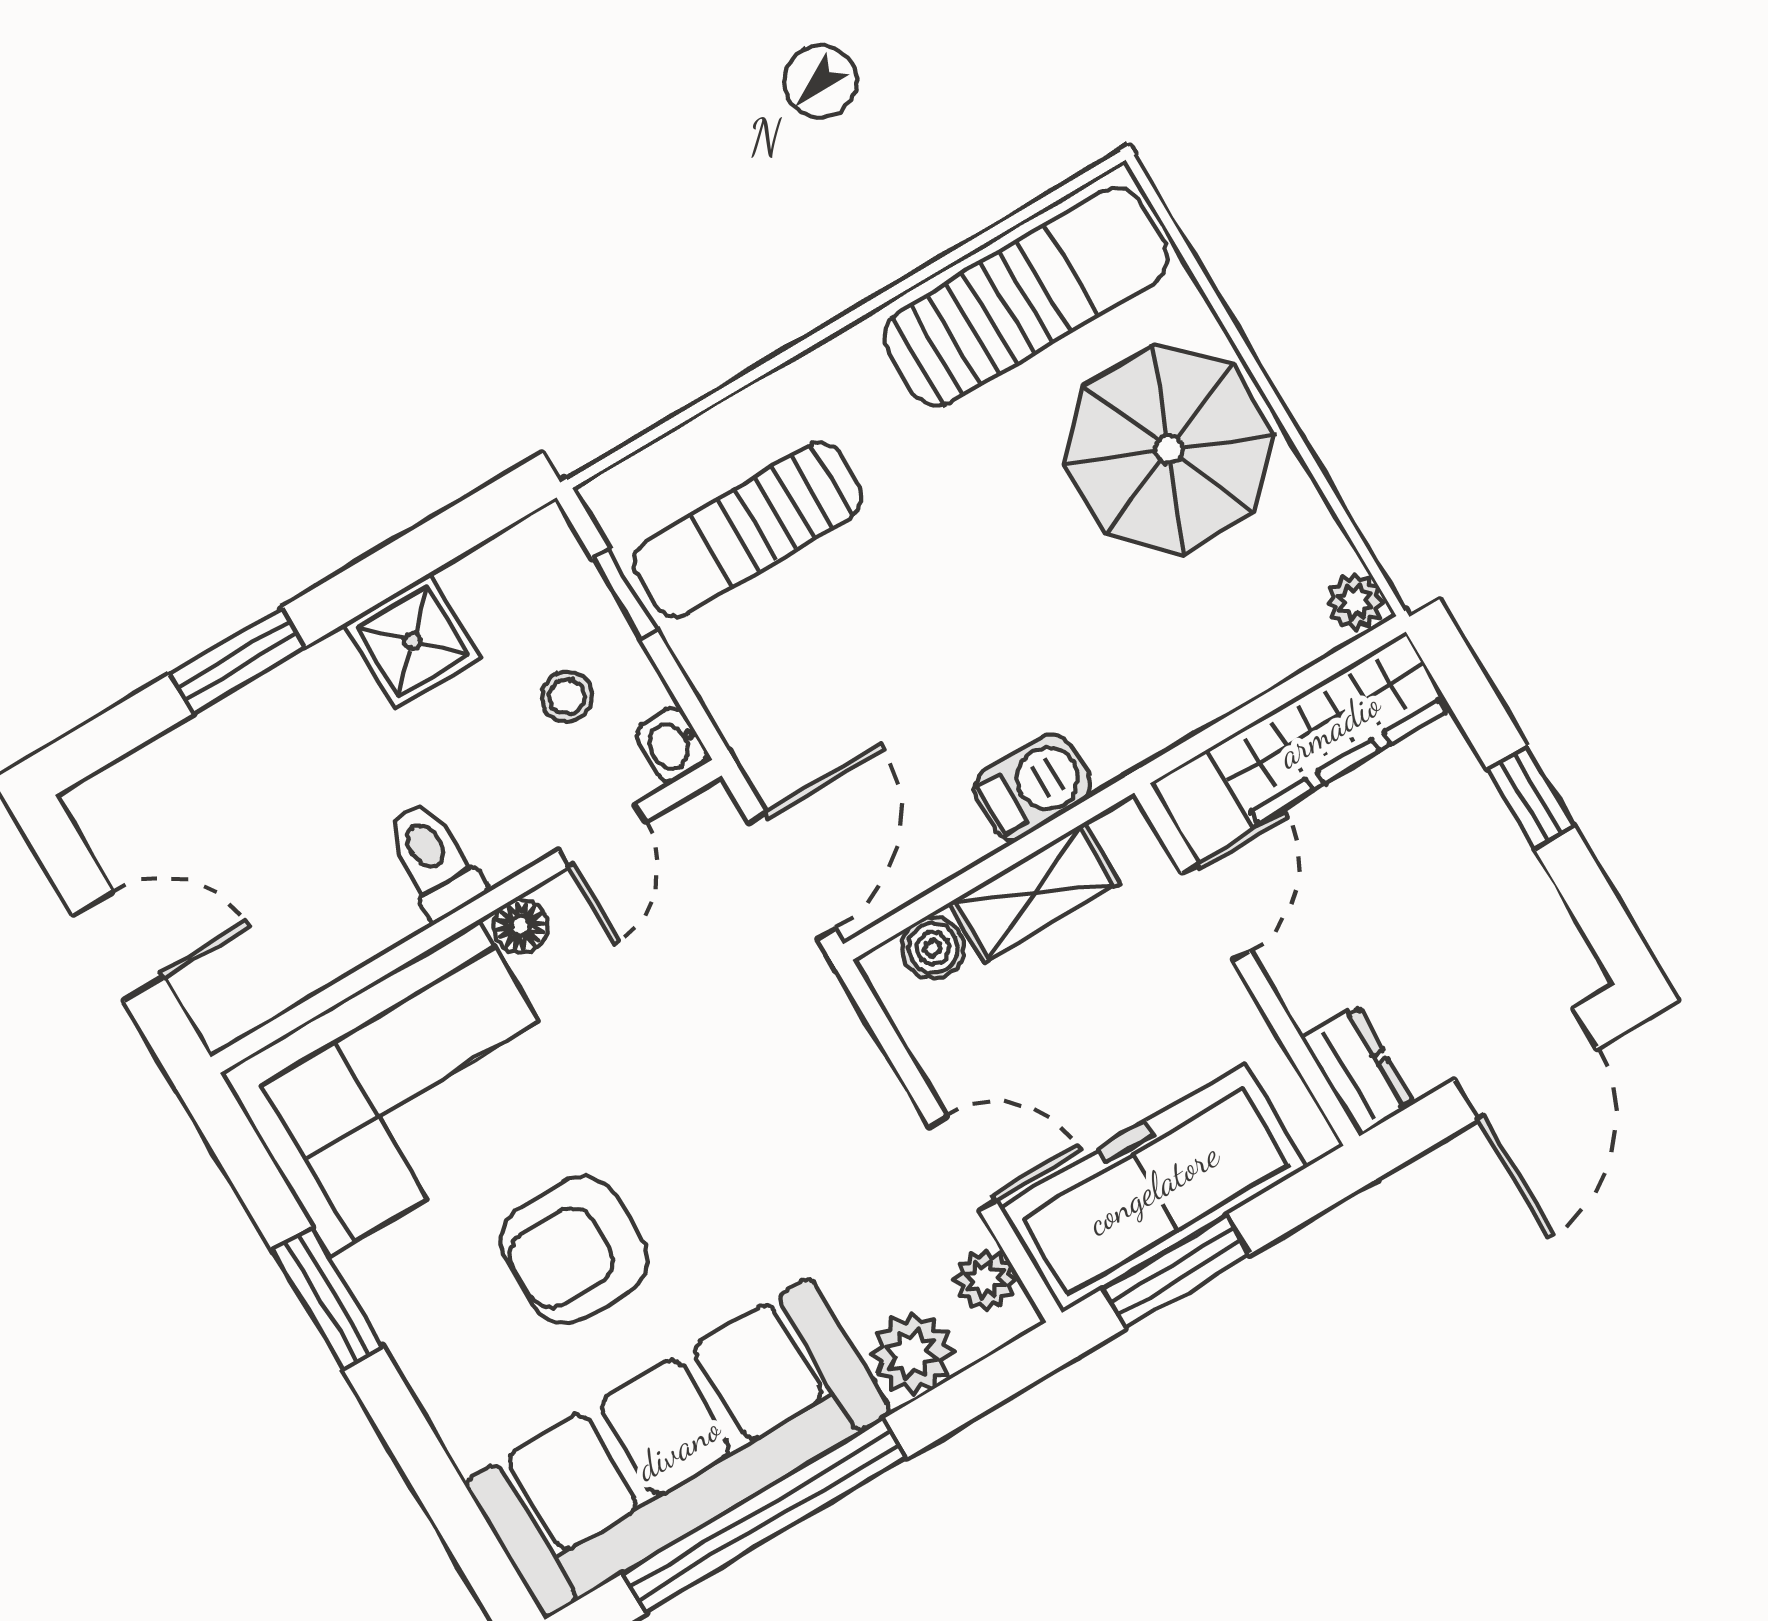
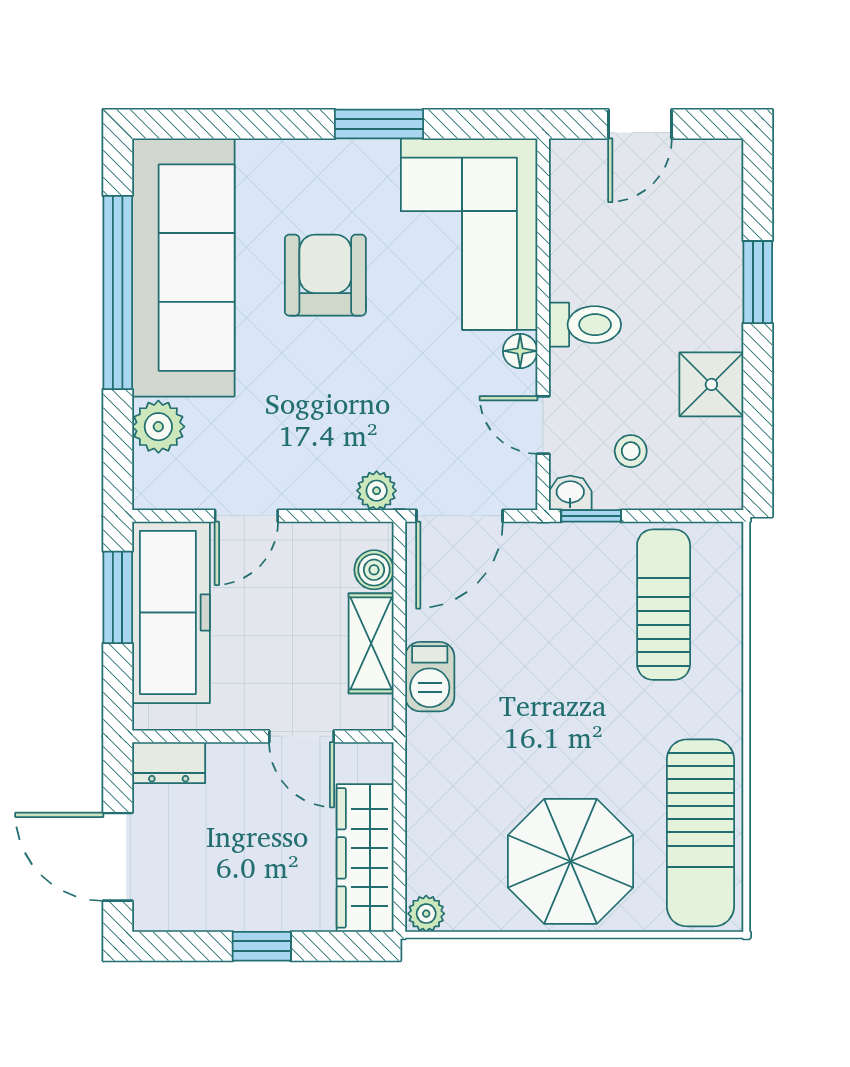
window: (624, 594) -> (591, 516), moved
door: (792, 876) -> (459, 516), hinge flipped
plant: (985, 1280) -> (377, 491), moved

